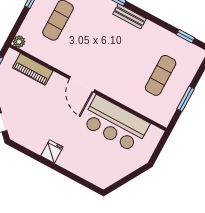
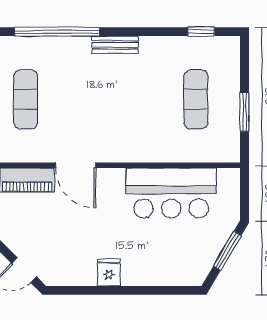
door: (82, 84) -> (76, 165), moved
window: (130, 177) -> (227, 251), added

